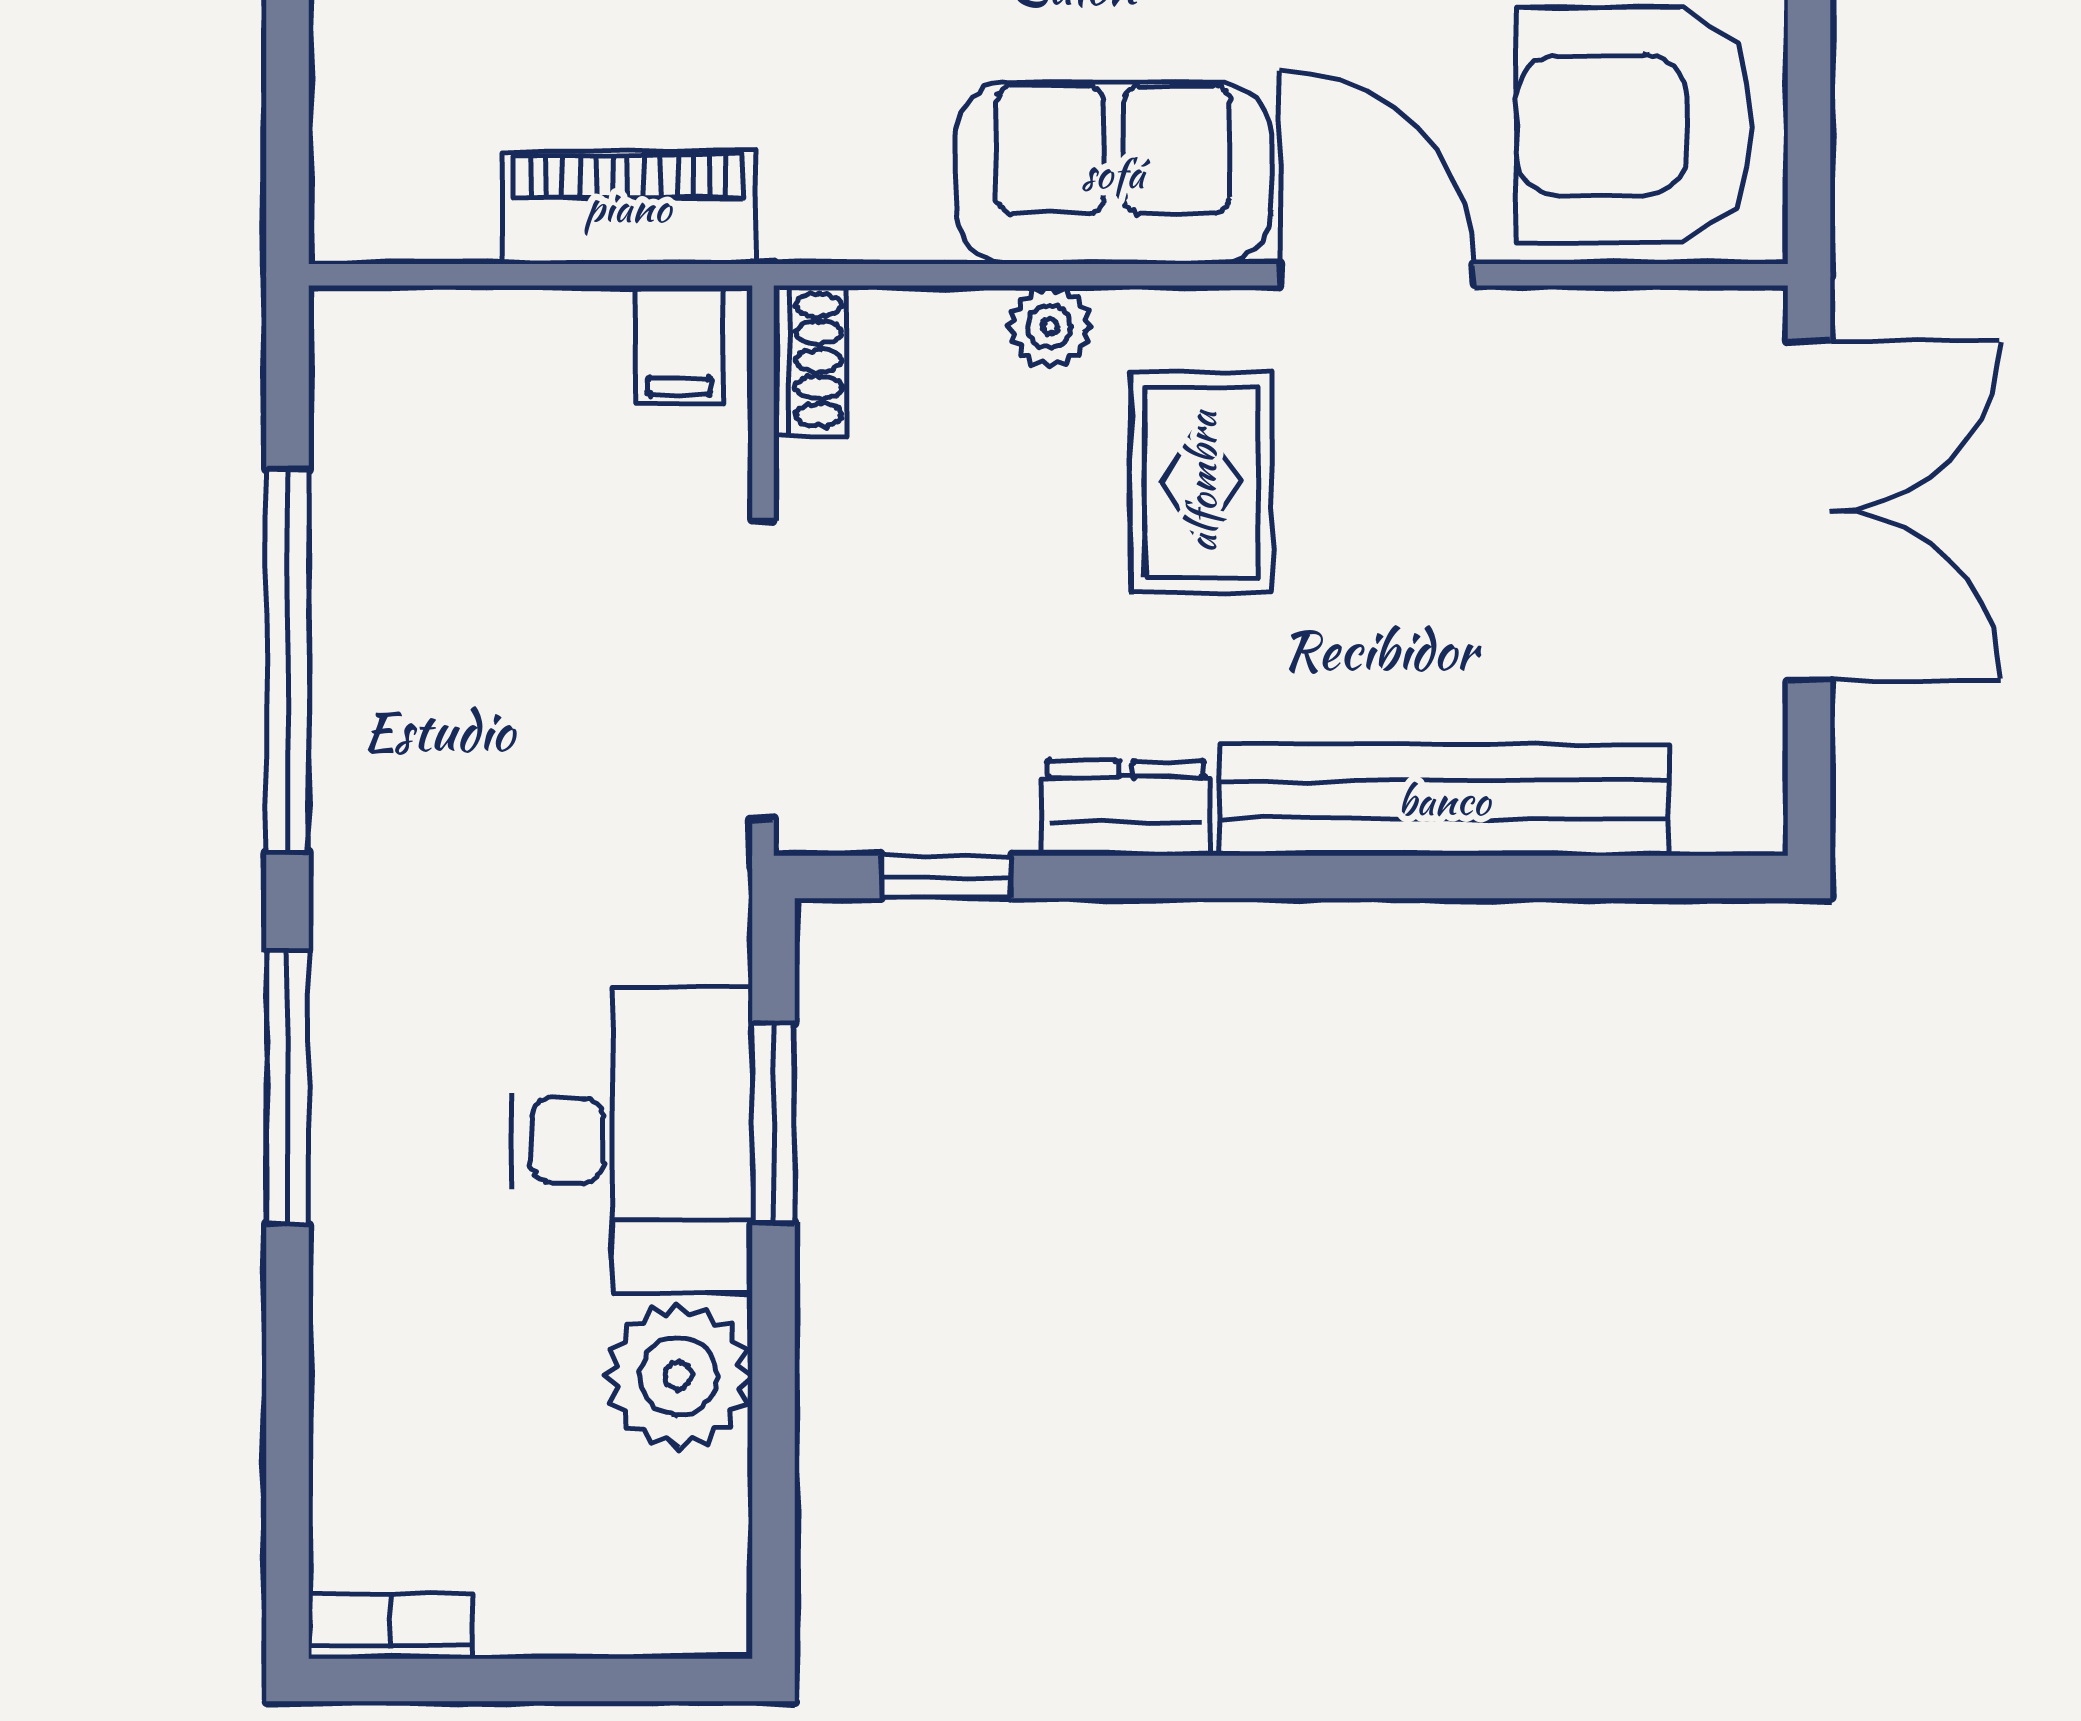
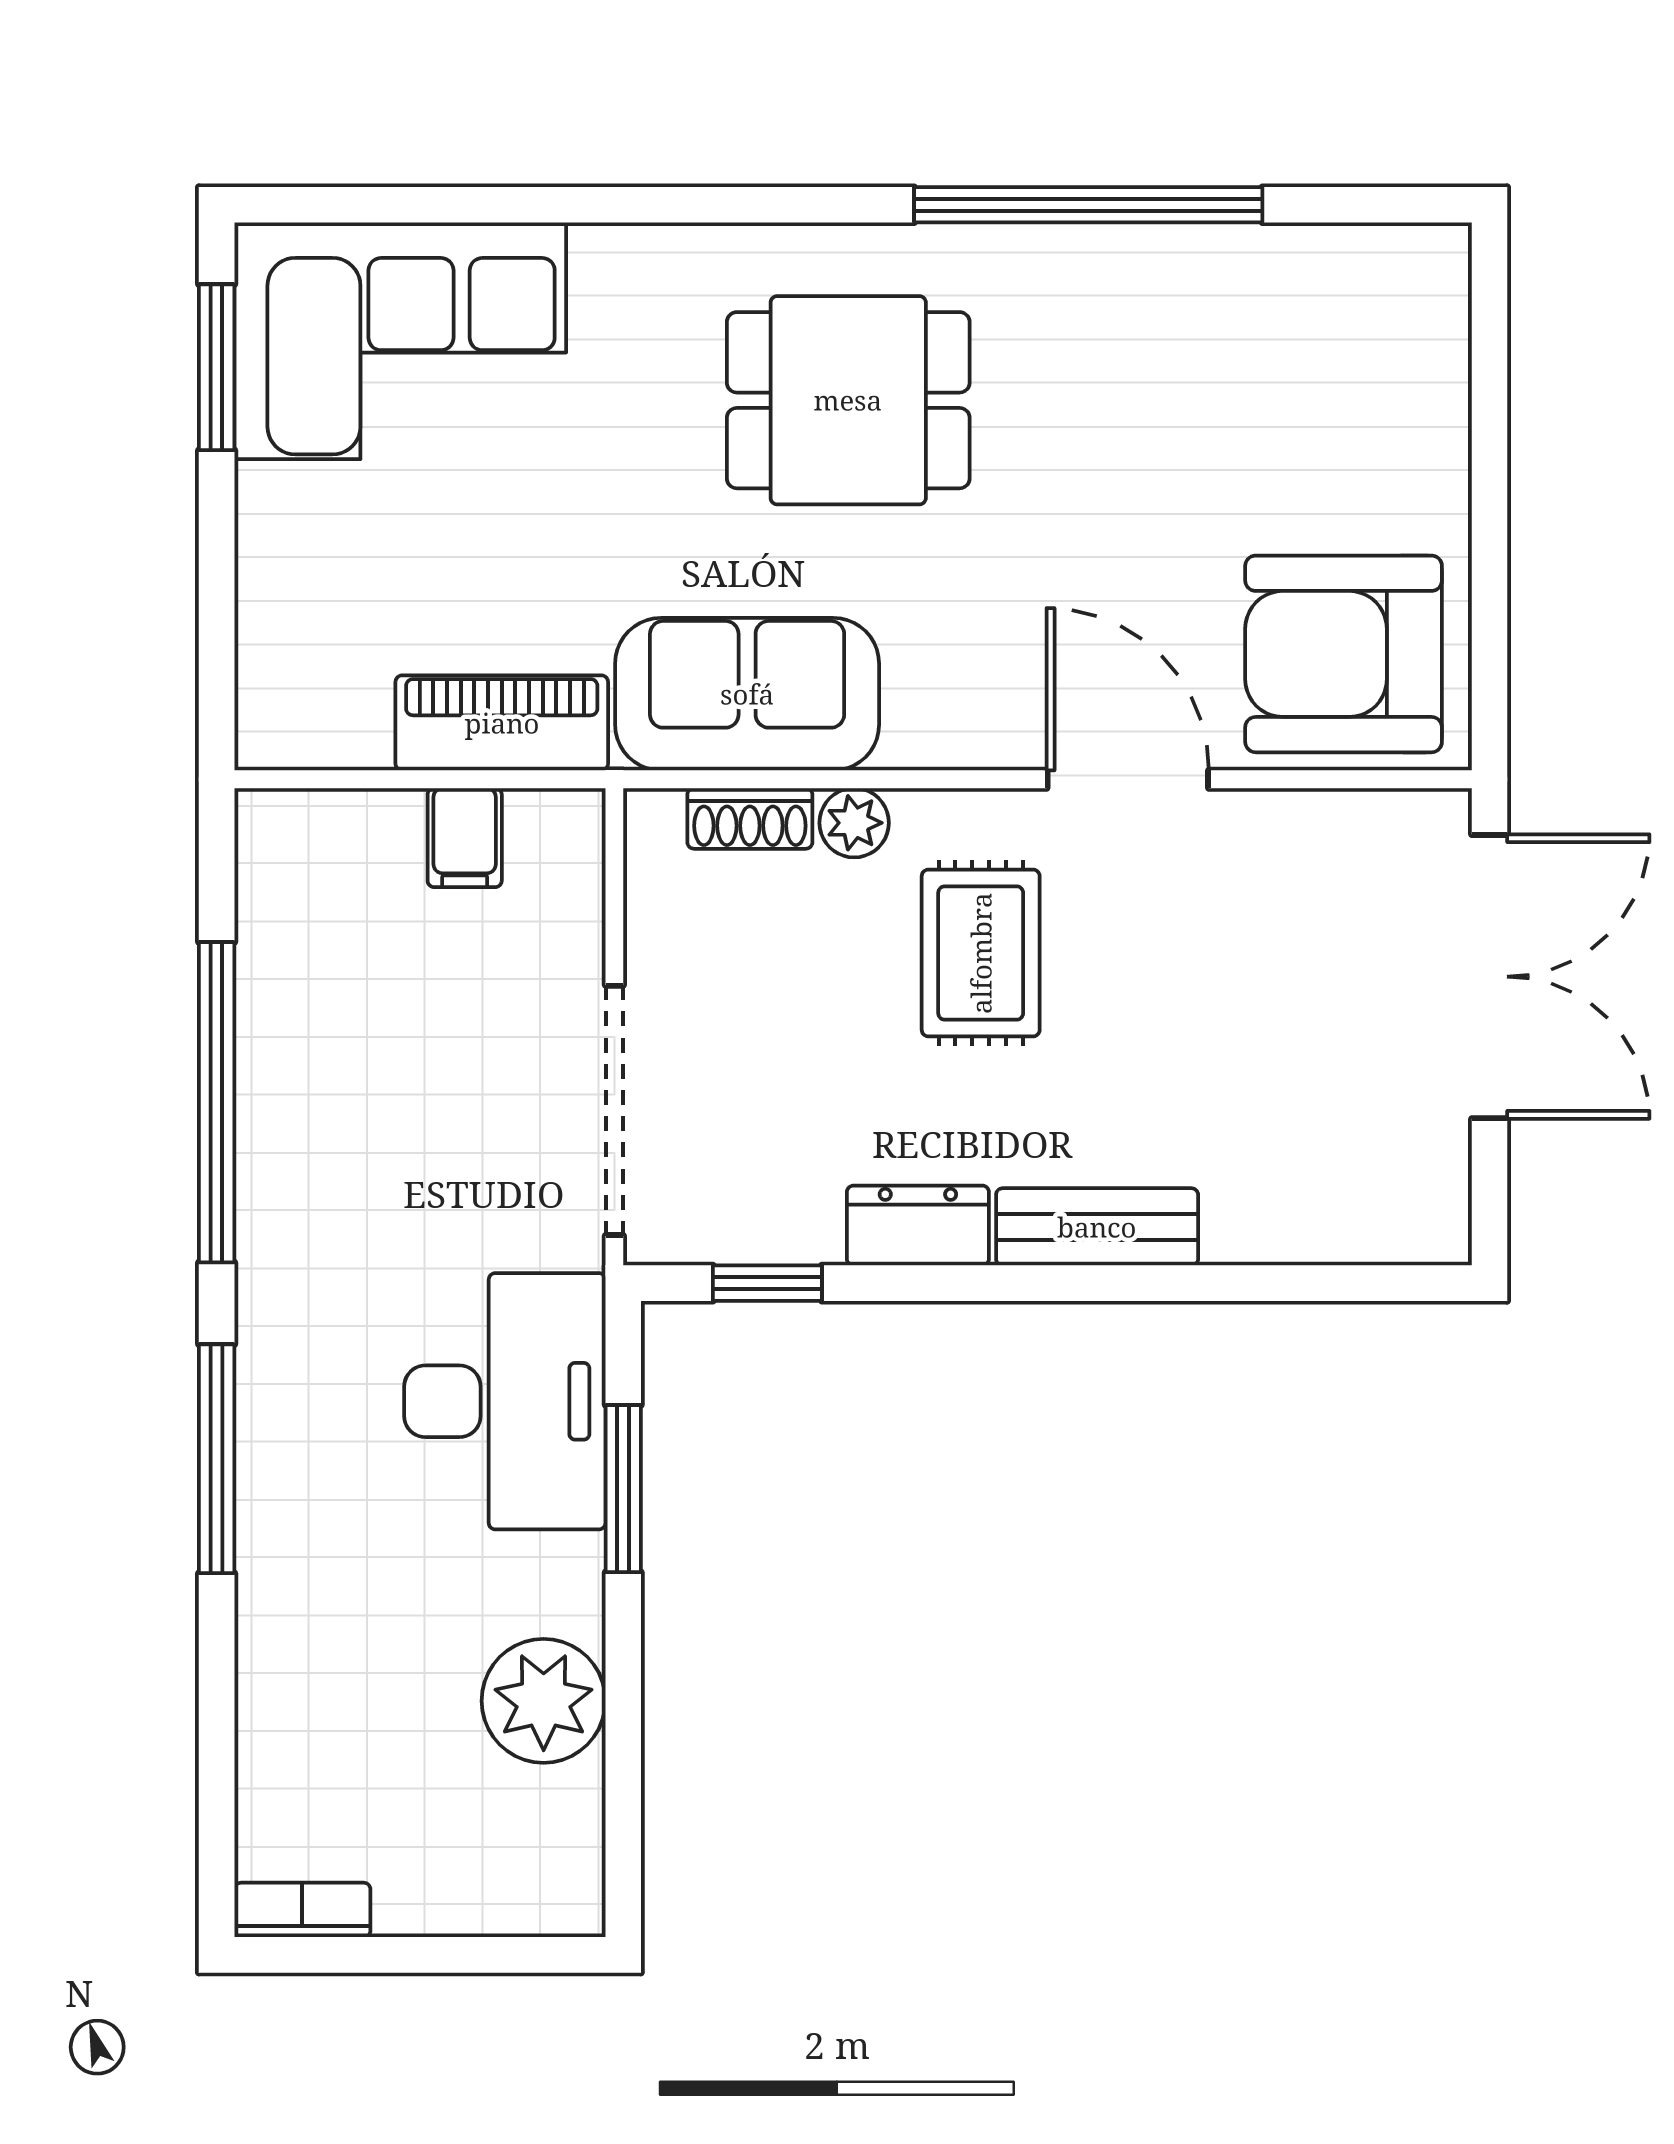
sofa: (1113, 173) -> (747, 694), moved
filing cabinet: (679, 344) -> (465, 838), moved
shoe rack: (810, 360) -> (750, 818), moved, turned 90
bench: (1444, 800) -> (1097, 1227), width x0.54, depth x0.82
desk: (632, 1140) -> (505, 1401), moved

